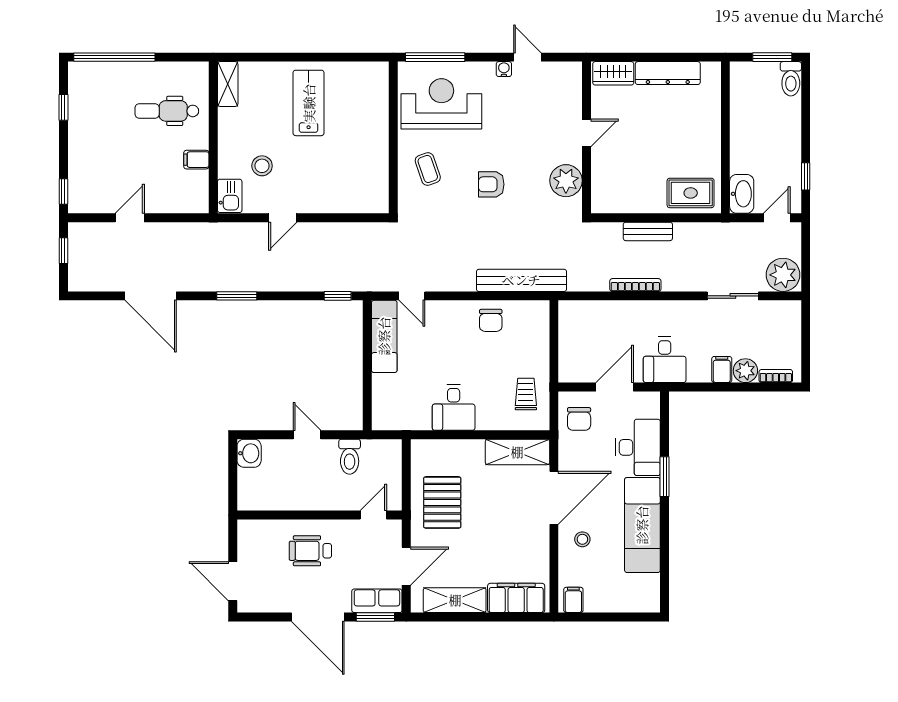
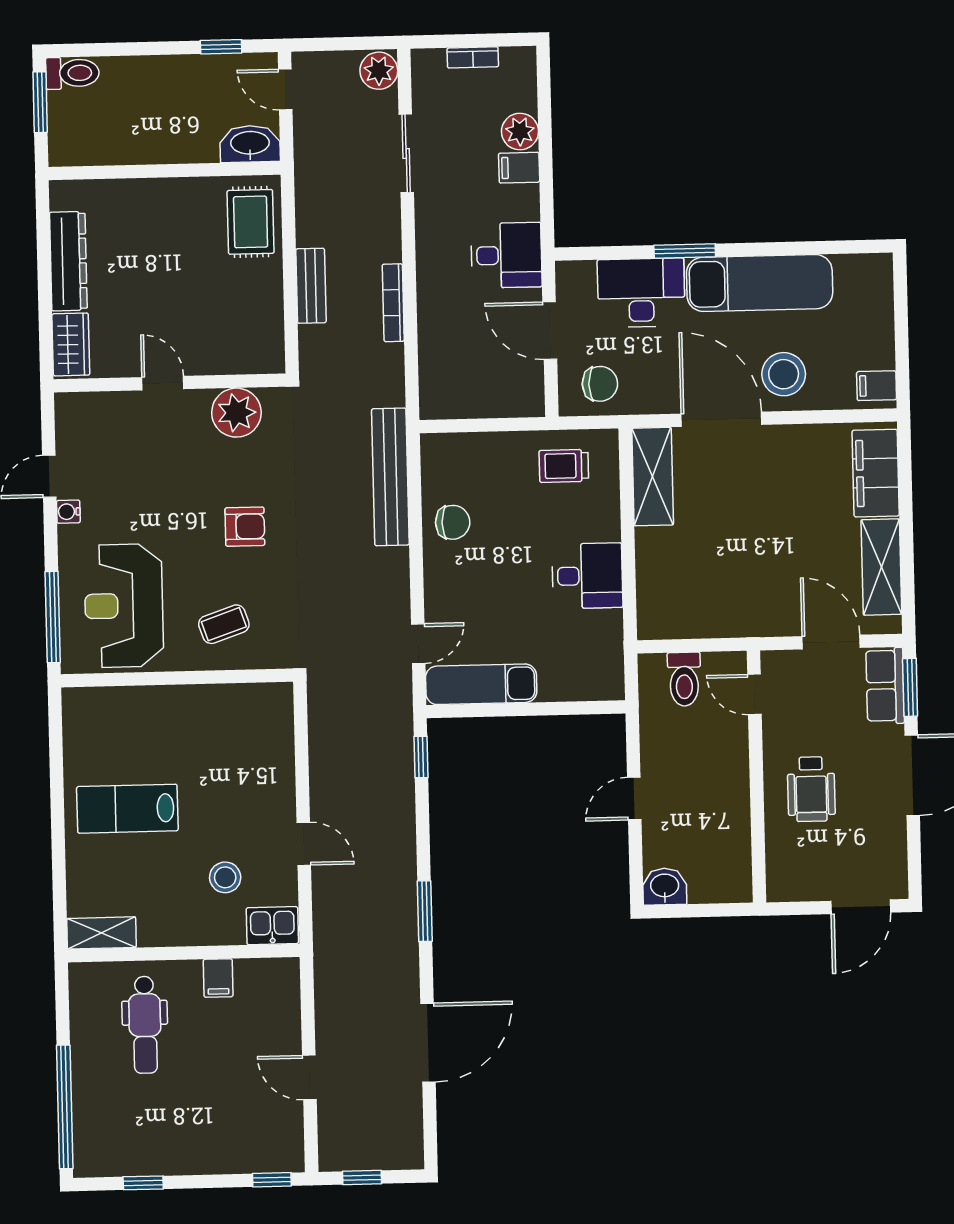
armchair: (491, 184) -> (245, 527), turned -90
plant: (783, 275) -> (379, 71), width x0.73, depth x0.73
bookcase: (776, 376) -> (473, 57), moved, turned -90
toilet: (350, 457) -> (684, 679), moved, turned 90
pallet: (442, 502) -> (733, 590), removed
stool: (582, 539) -> (784, 374), width x1.89, depth x1.89

